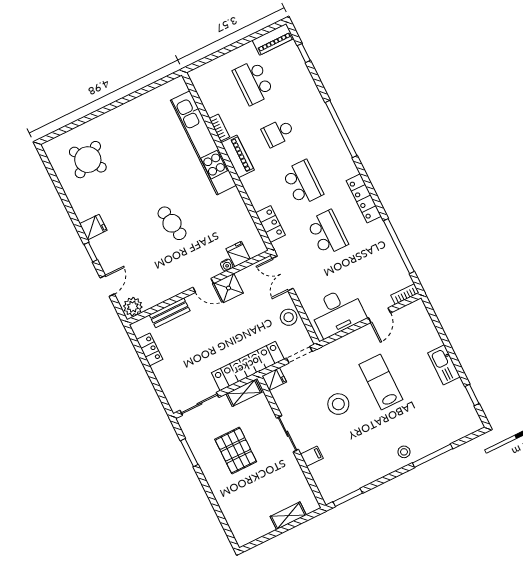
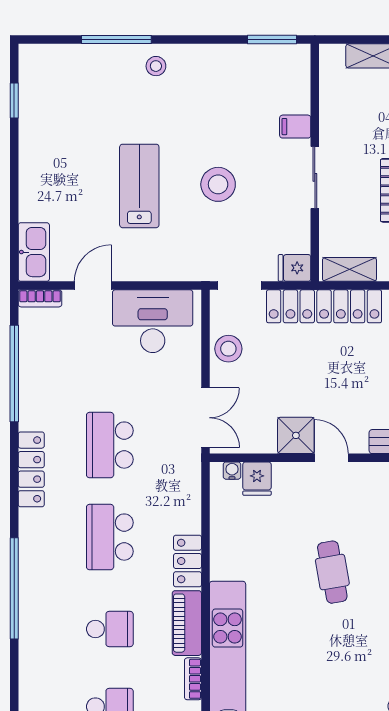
locker: (270, 224) -> (188, 561), moved
water cooler: (227, 265) -> (232, 471), moved
kitchen sink: (444, 365) -> (34, 252), moved
lab bench: (381, 382) -> (139, 186), turned 180

